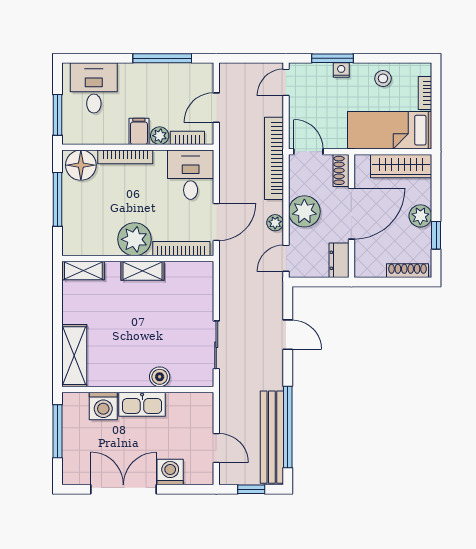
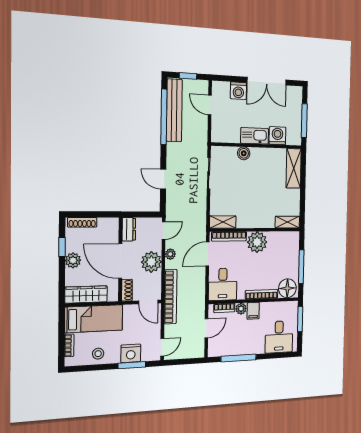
nightstand: (341, 70) -> (131, 353), width x1.89, depth x1.79
door: (351, 214) -> (120, 261), hinge flipped
shelving: (142, 271) -> (223, 222), moved

